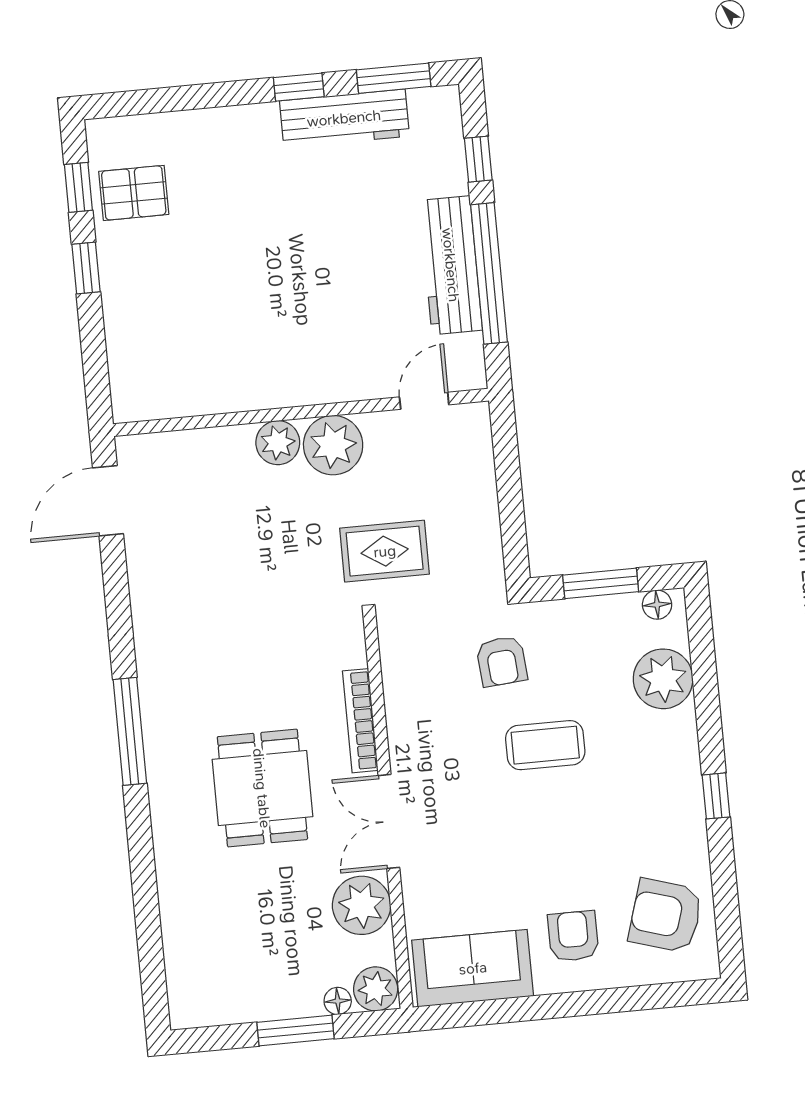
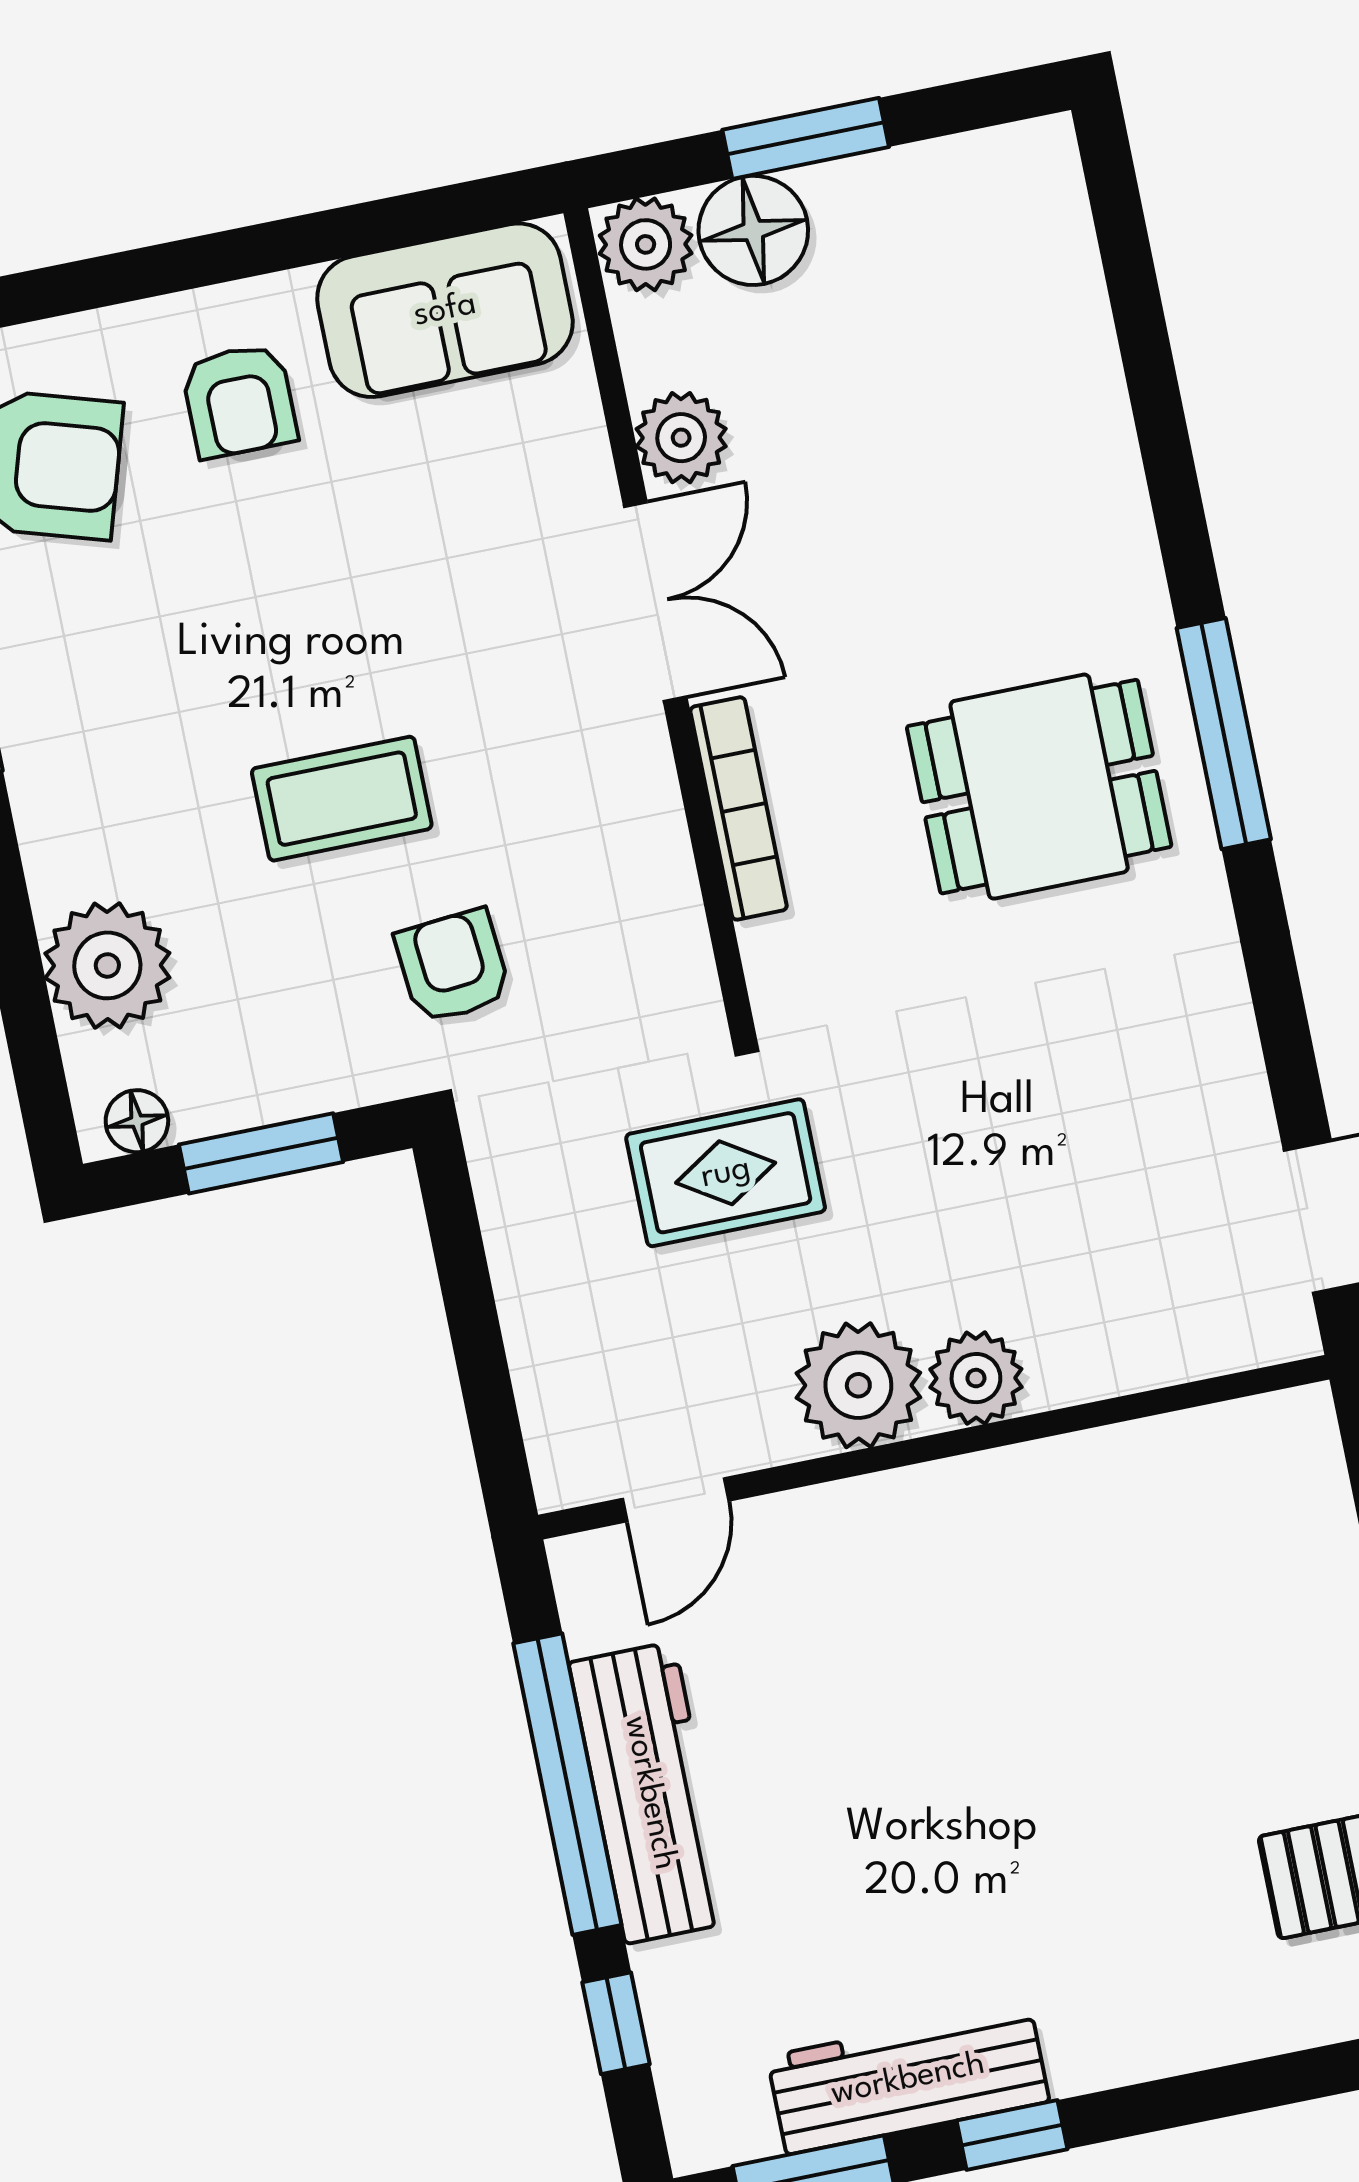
dining table: (262, 788) -> (1039, 787), moved, turned 90
plant: (362, 905) -> (681, 438), width x0.73, depth x0.73
floor lamp: (338, 1001) -> (753, 230), width x1.89, depth x1.89

